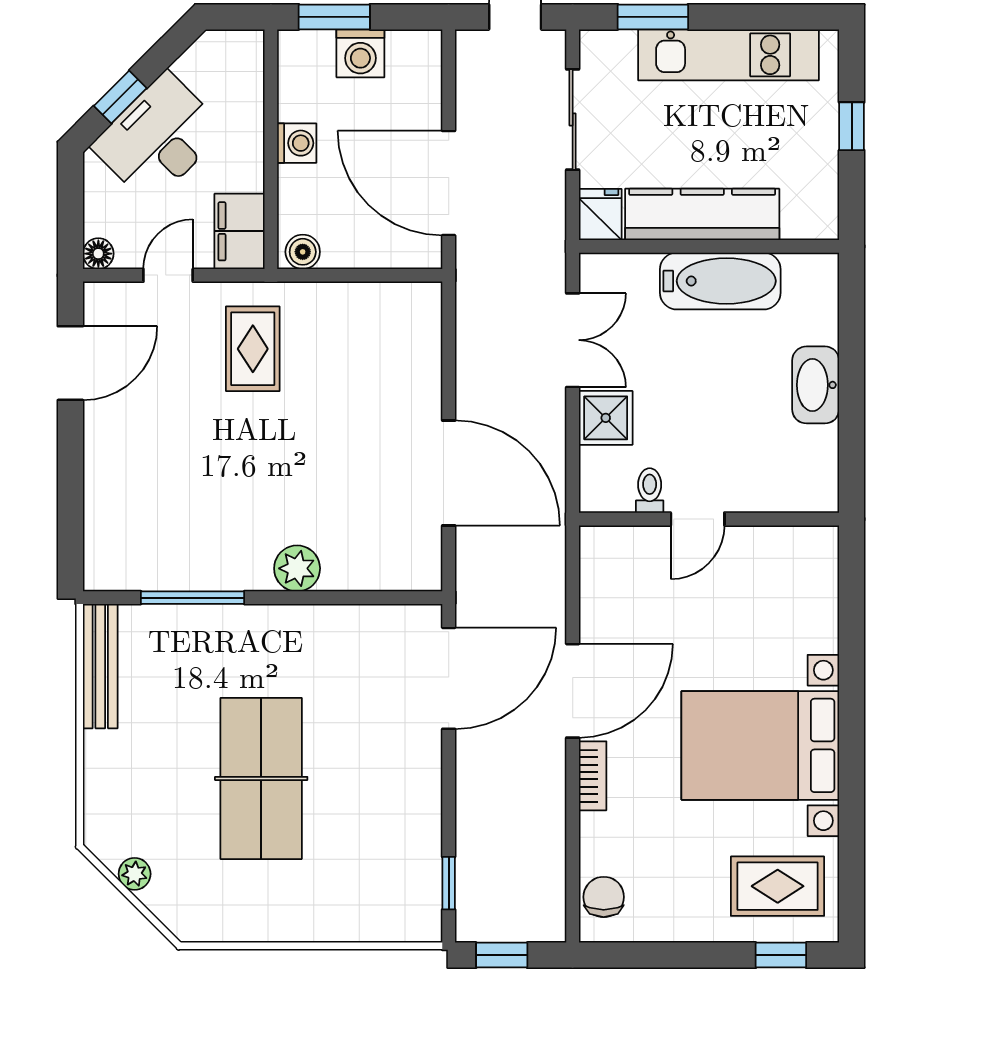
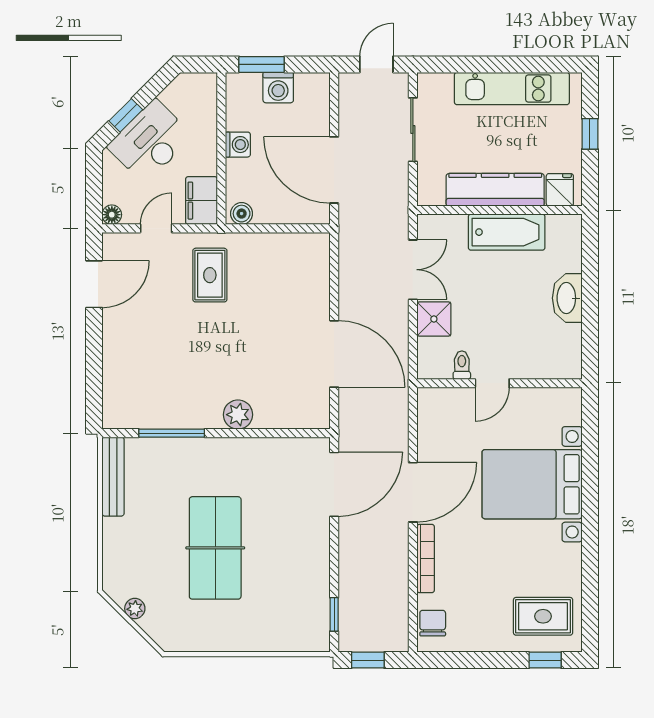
window: (653, 17) -> (464, 64), removed
fridge: (600, 215) -> (560, 190), moved
bed with nightstands: (760, 745) -> (532, 484), moved
bookcase: (593, 776) -> (426, 559), width x1.56

